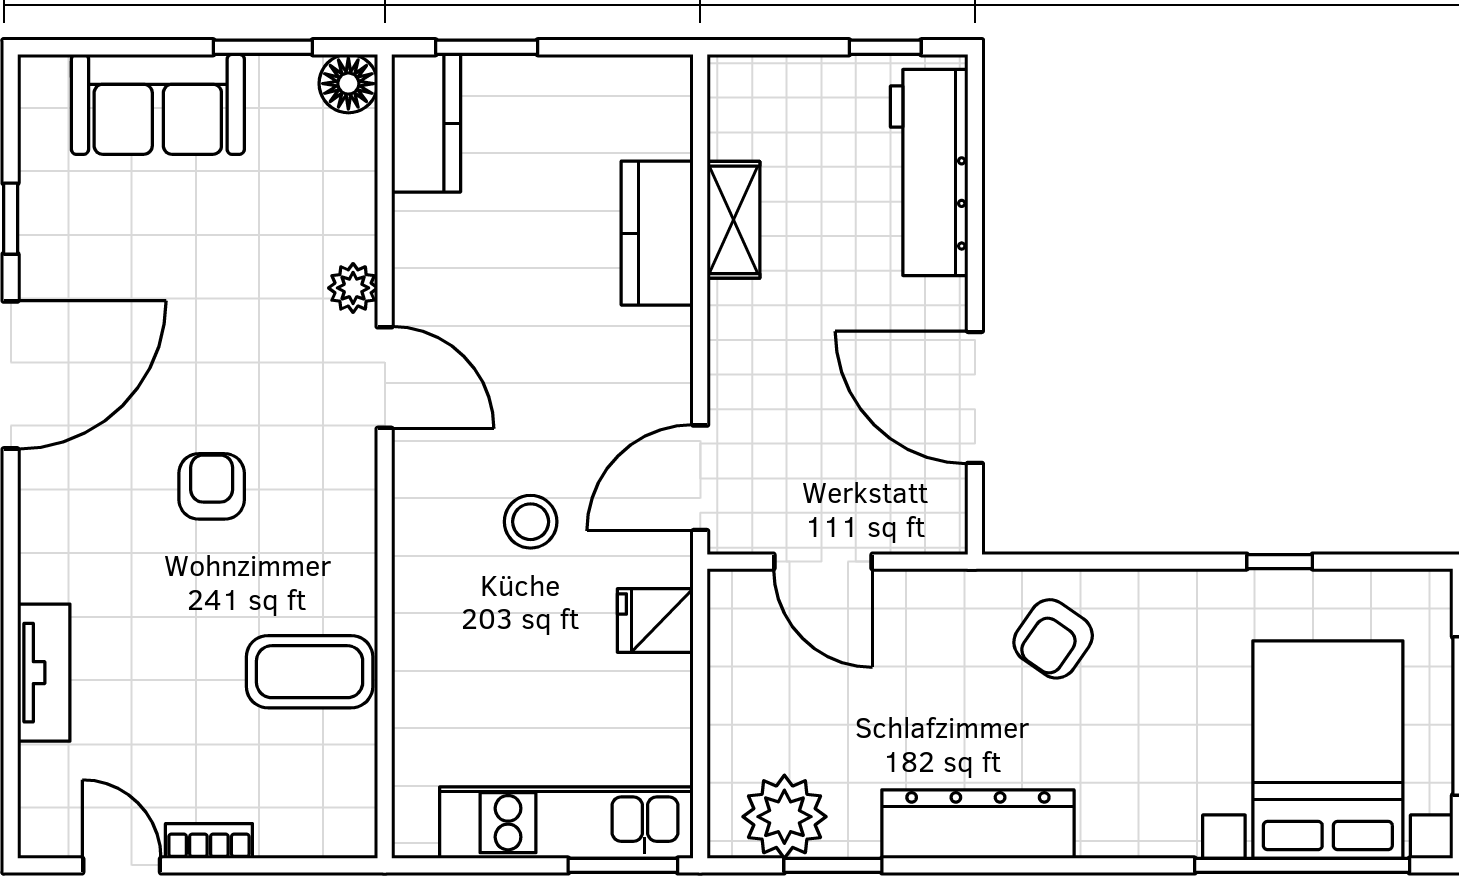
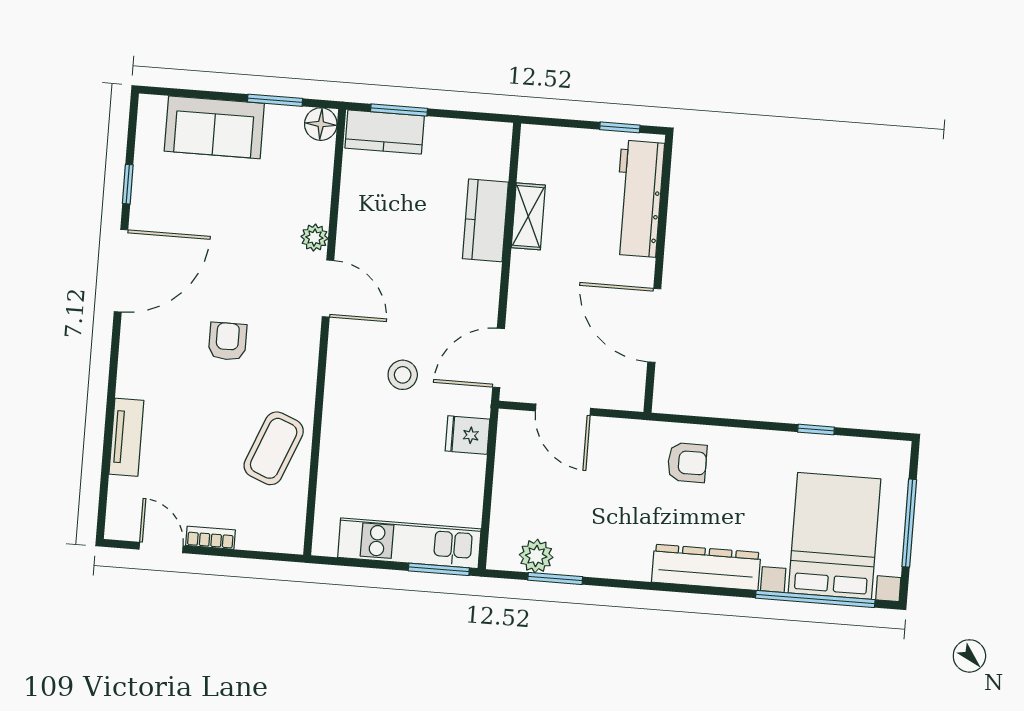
kitchen counter: (426, 123) -> (385, 132), moved, turned 90
armchair: (1053, 639) -> (687, 463), turned -125
coffee table: (310, 672) -> (274, 448), turned -68
plant: (784, 817) -> (536, 556), width x0.73, depth x0.73
dresser: (978, 824) -> (706, 567), moved

